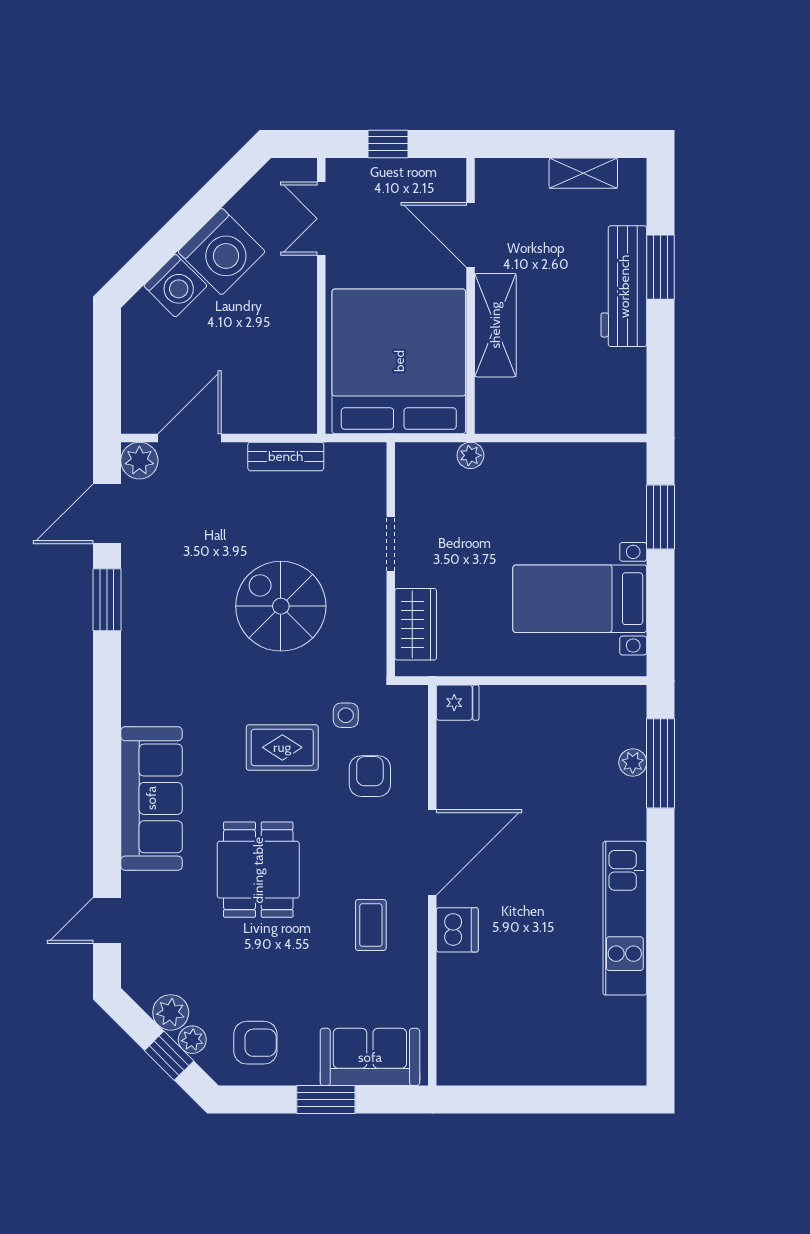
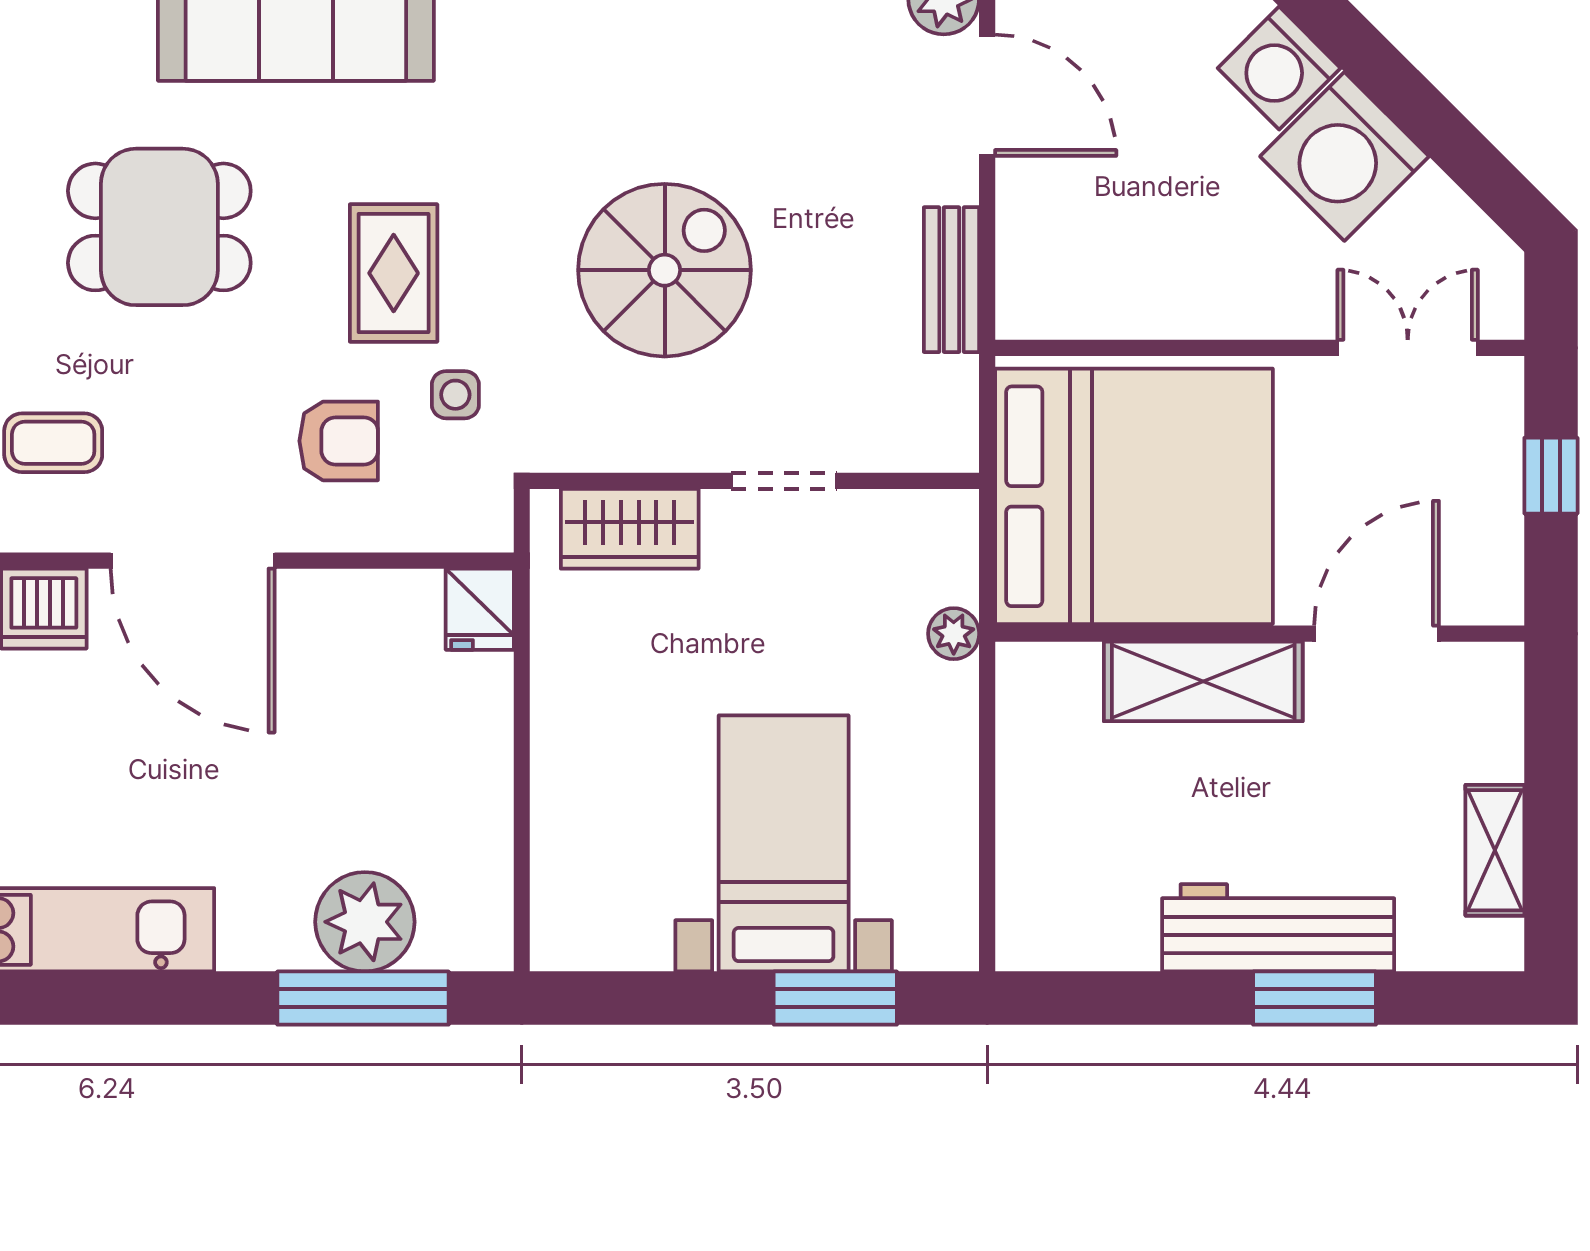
bed with nightstands: (580, 599) -> (784, 843), moved
plant: (633, 762) -> (365, 922), width x1.87, depth x1.87

